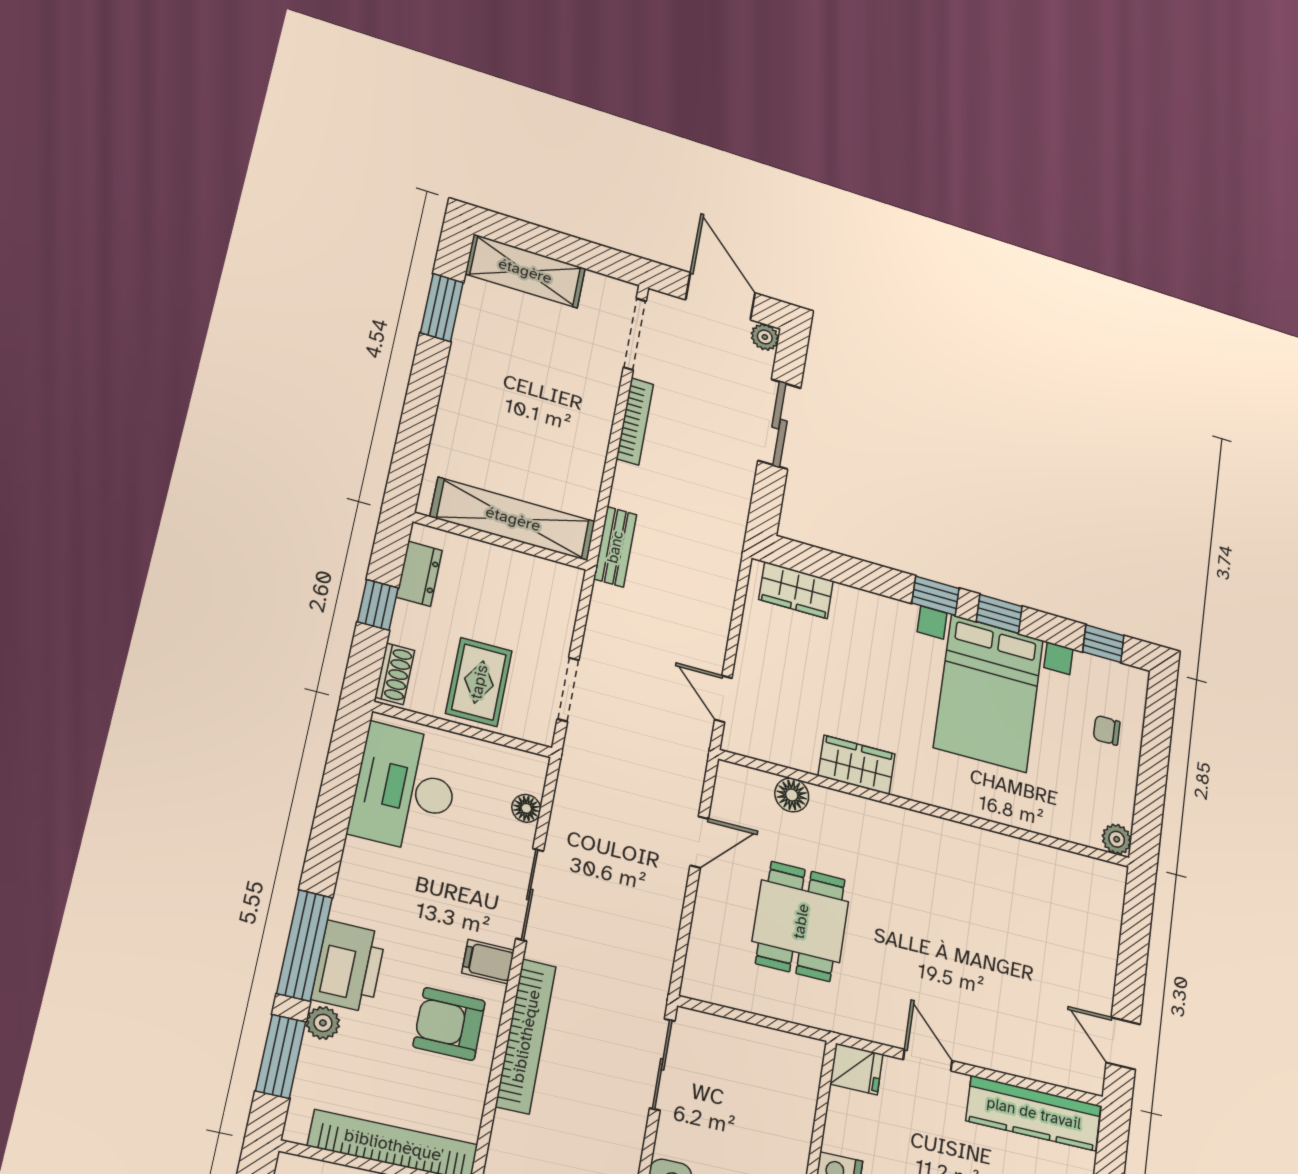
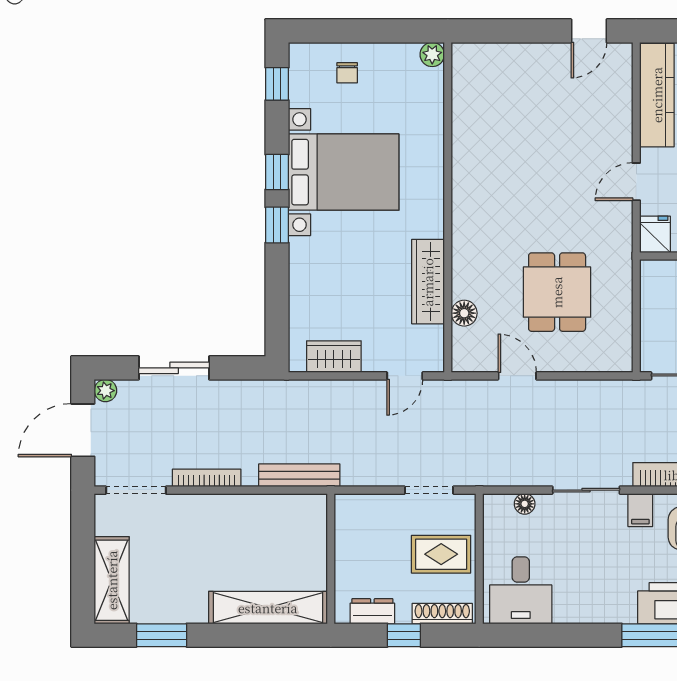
shelving: (513, 519) -> (268, 608), moved, turned 90
bench: (615, 547) -> (299, 475), width x1.36
wardrobe: (796, 590) -> (334, 357), moved, turned -90
shoe rack: (395, 674) -> (442, 614), width x1.43
wardrobe: (857, 765) -> (428, 282), width x1.50
desk: (405, 788) -> (521, 590), width x0.73
dining table: (801, 921) -> (557, 292), turned 90

